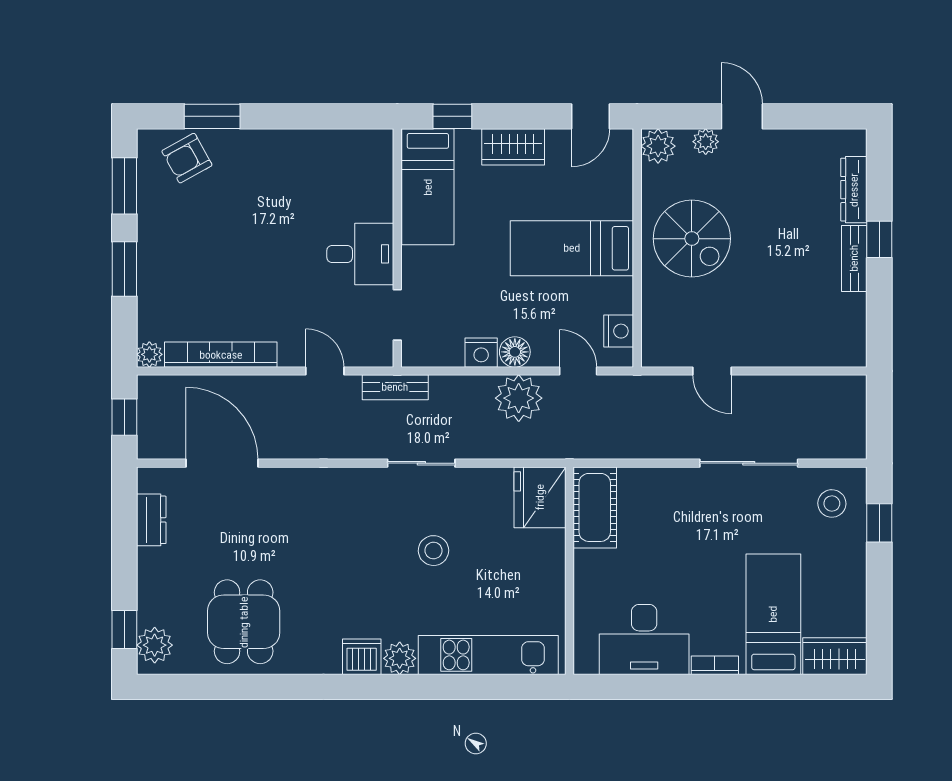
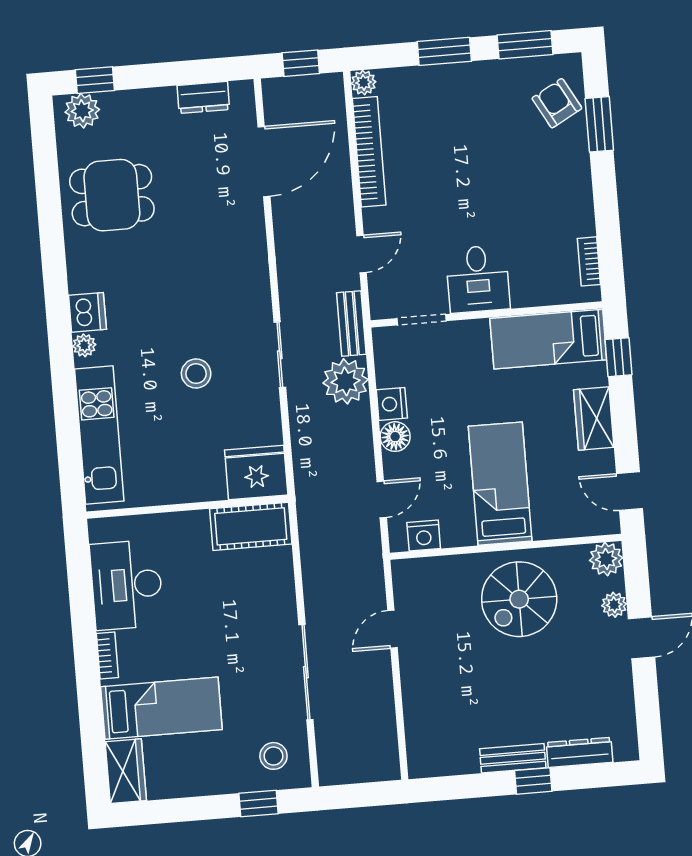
bookcase: (352, 139) -> (589, 261), added
plant: (519, 398) -> (346, 381), moved
plant: (400, 658) -> (84, 345), width x0.73, depth x0.73

